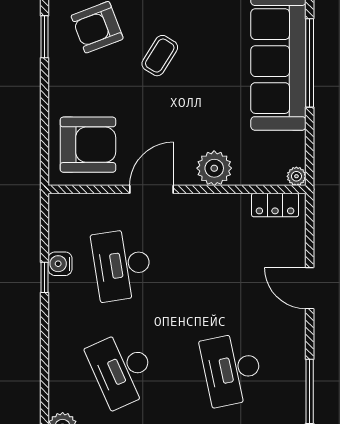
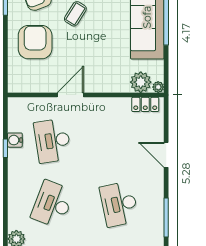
armchair: (88, 145) -> (35, 42), moved, turned -90
plant: (214, 168) -> (141, 82), moved
desk: (122, 369) -> (53, 204), turned 45

